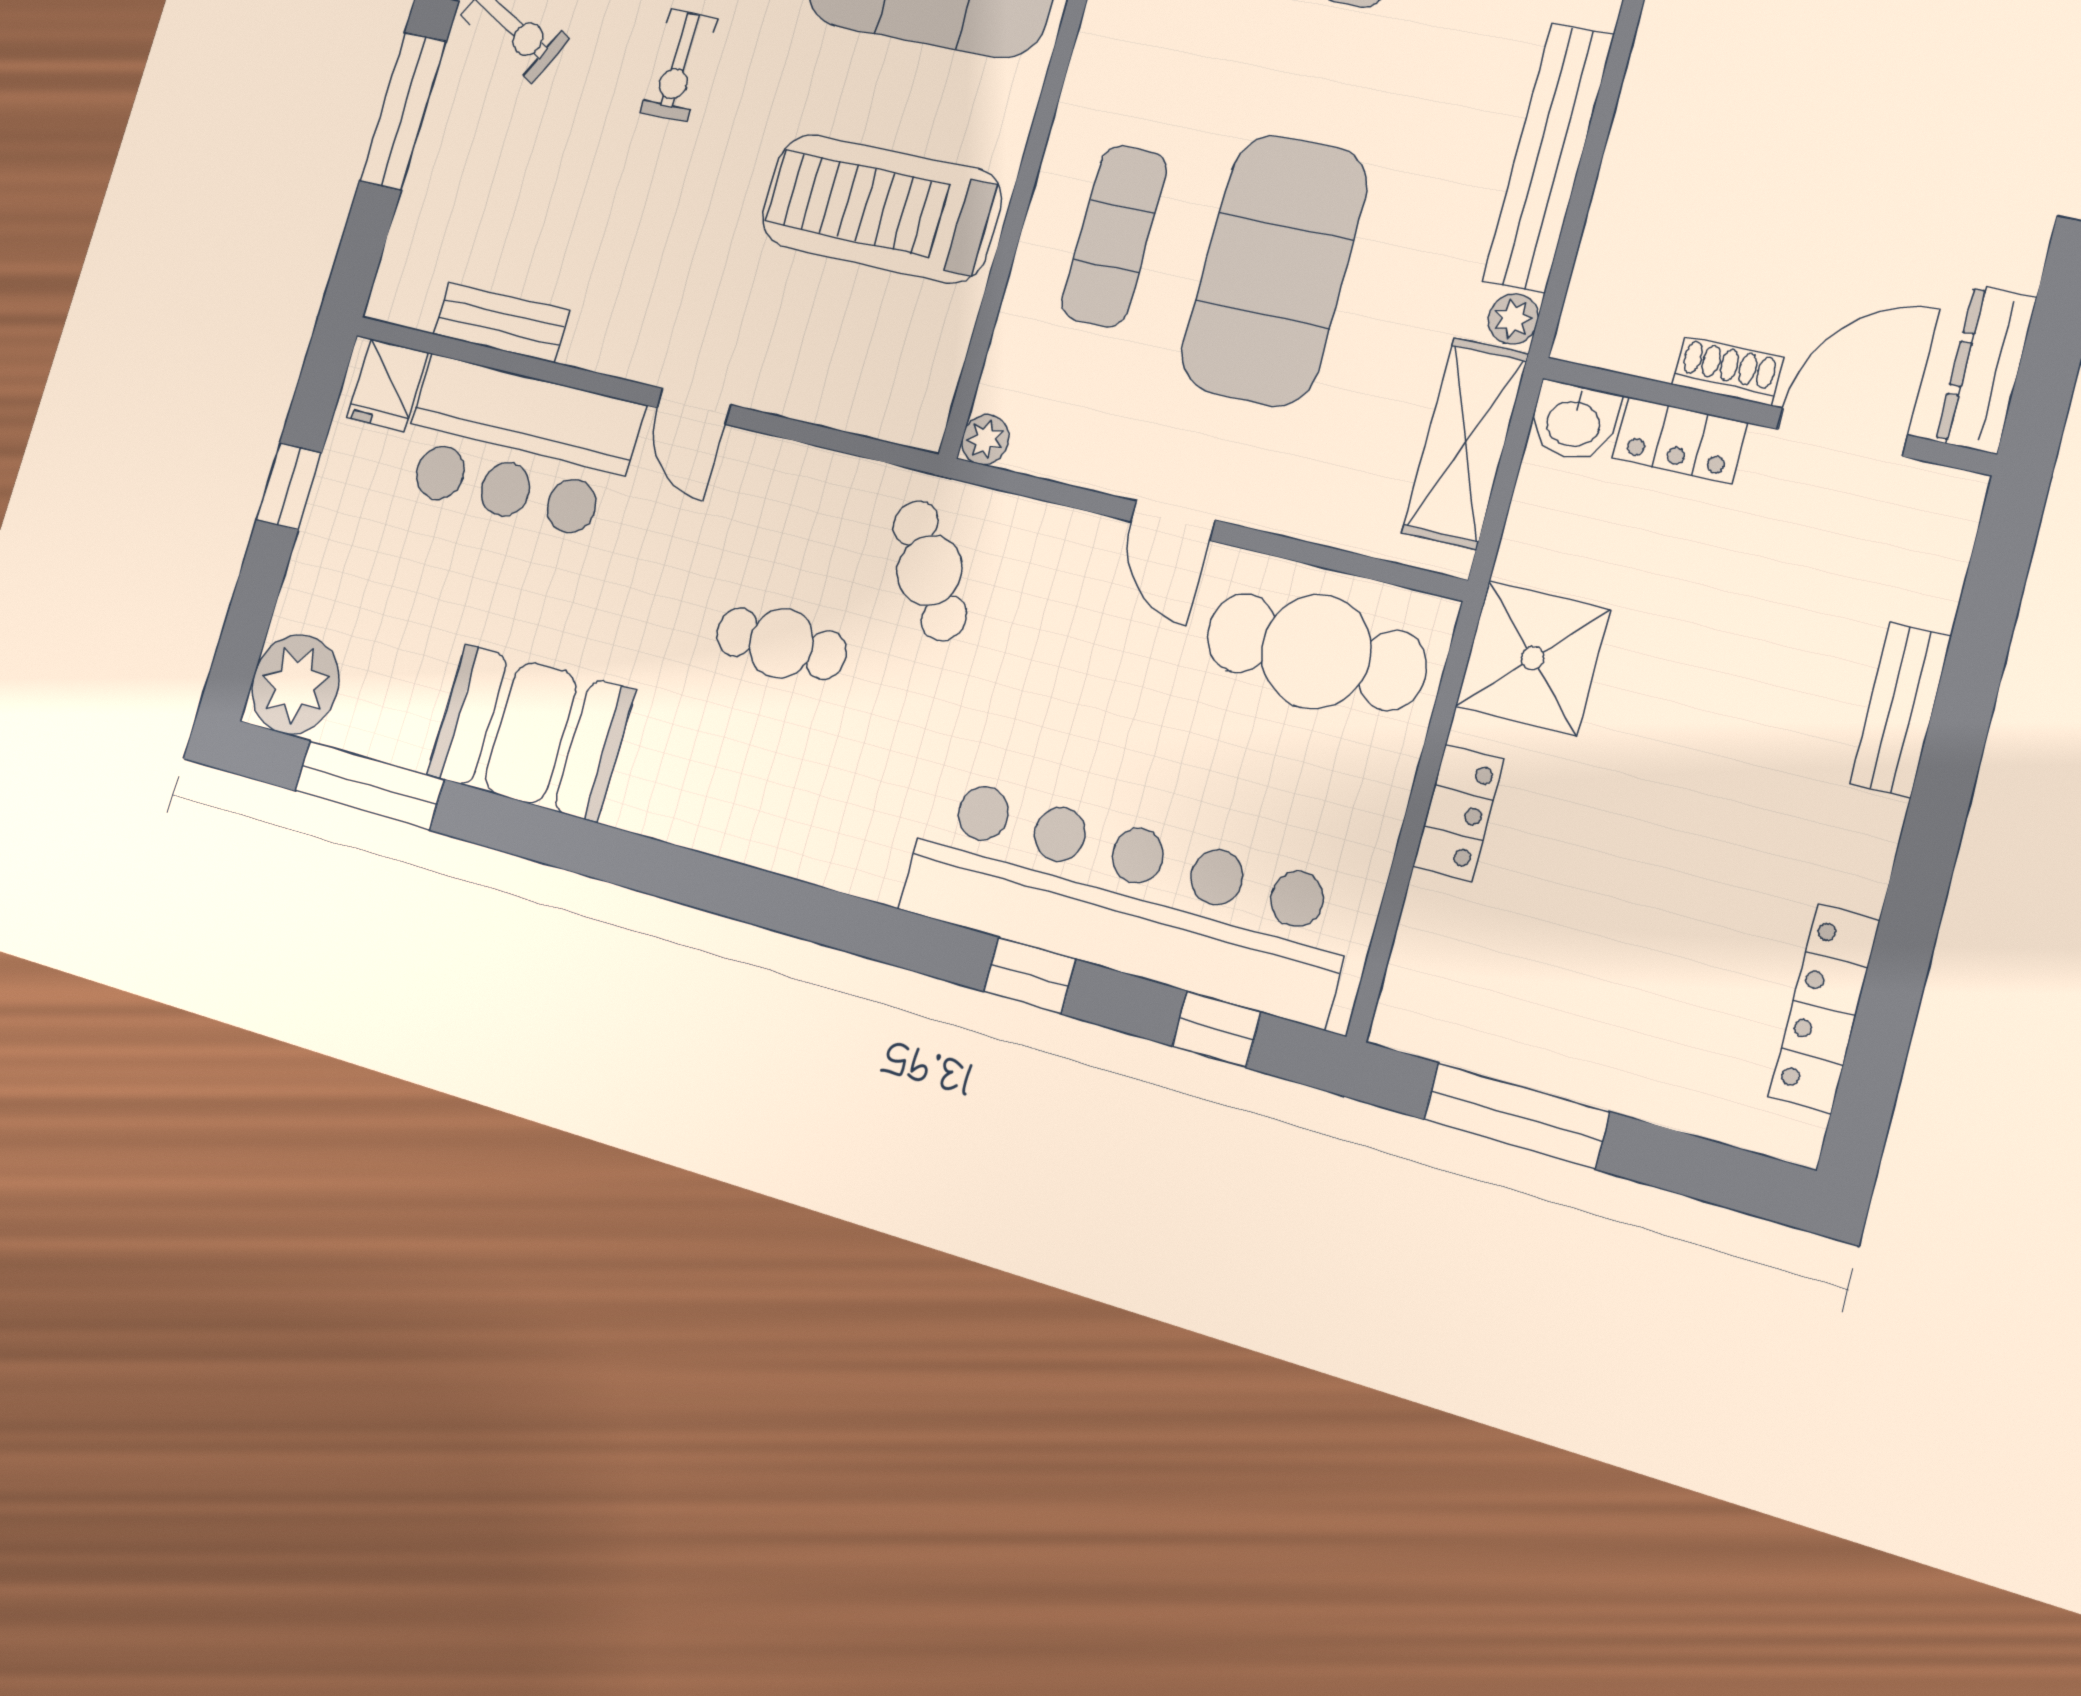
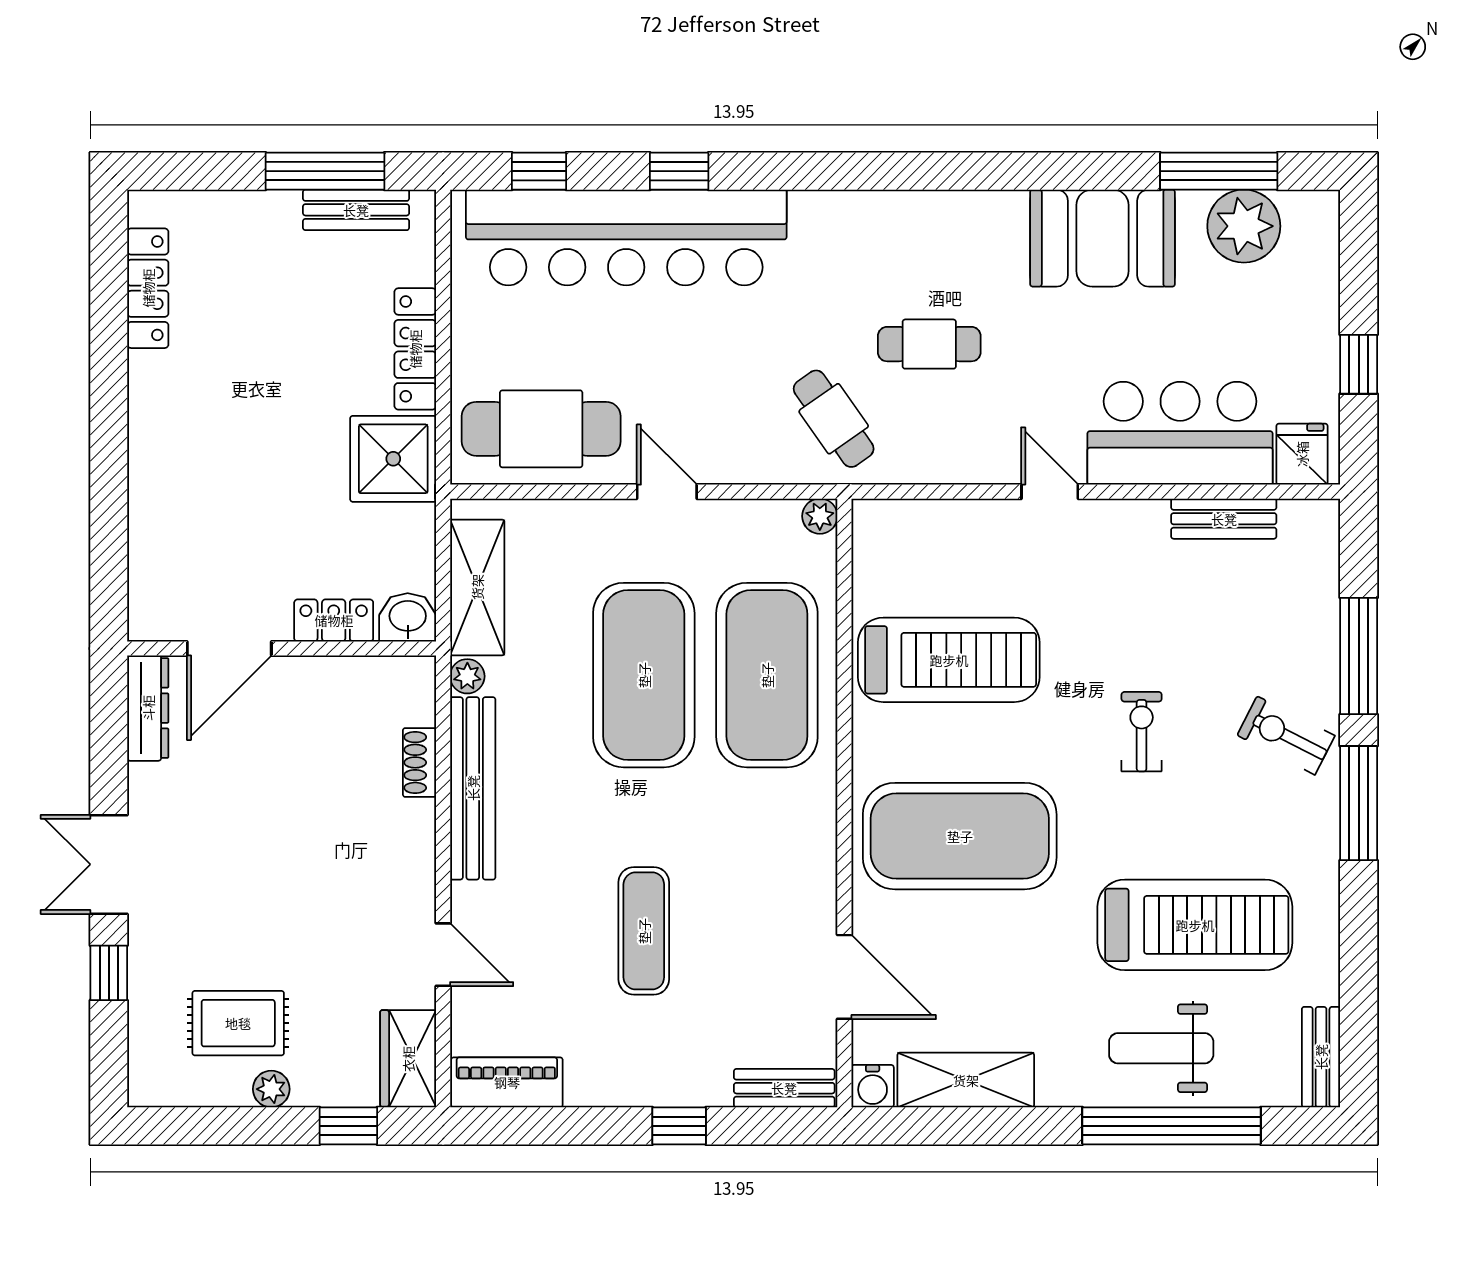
exercise mat: (1114, 236) -> (767, 675), width x2.00, depth x1.45
shoe rack: (1728, 371) -> (420, 762), moved, turned 90
plant: (295, 684) -> (1244, 226), moved
bench: (1901, 710) -> (356, 210), moved, turned 90
locker: (1458, 813) -> (415, 349), width x1.53

